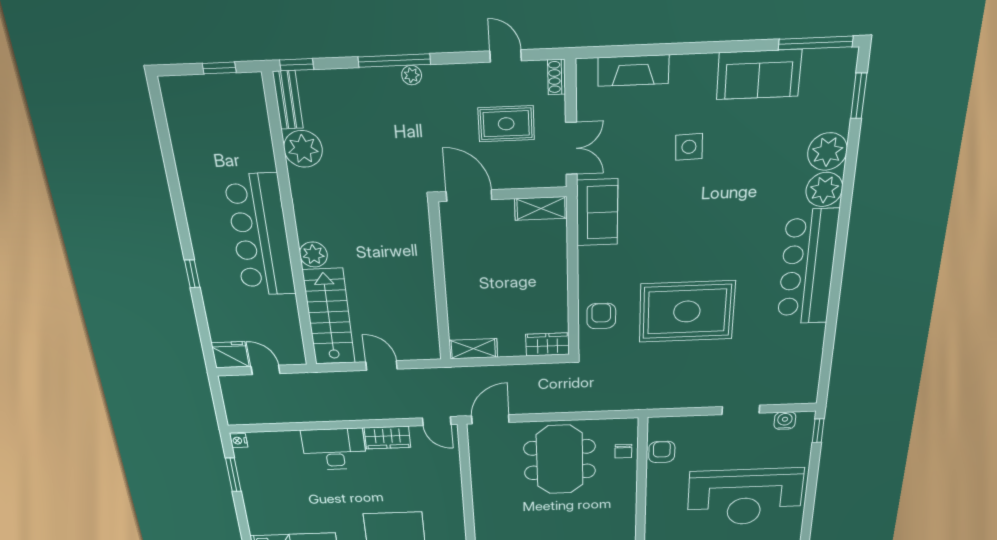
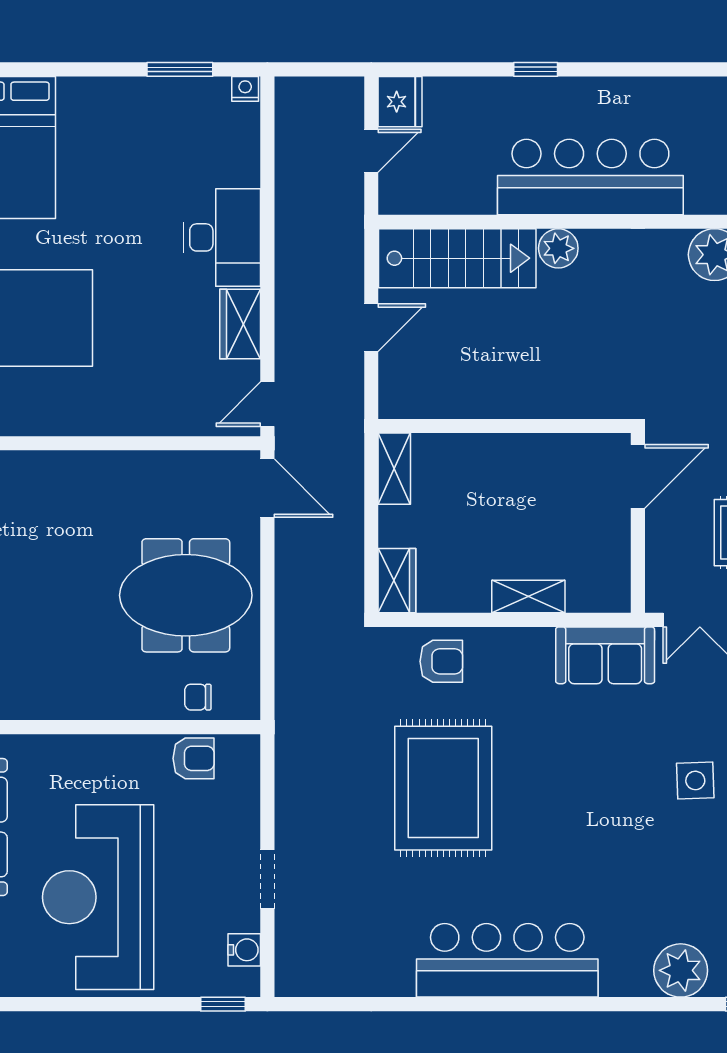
plant: (824, 189) -> (626, 972), removed
shelving: (541, 208) -> (528, 596), moved, turned 90

